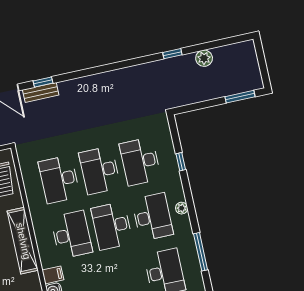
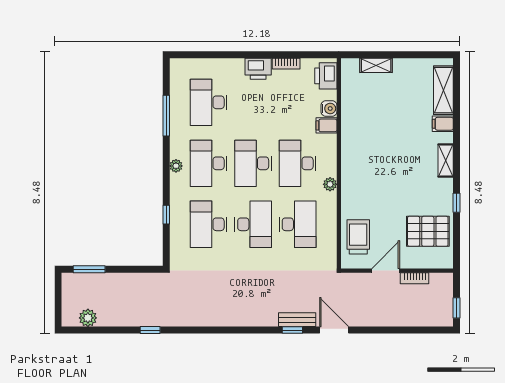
plant: (204, 58) -> (88, 318), moved
desk: (140, 161) -> (209, 224), turned 180
plant: (38, 222) -> (330, 184), added
desk: (112, 226) -> (253, 163), turned 180
shelving: (23, 241) -> (350, 168), removed

